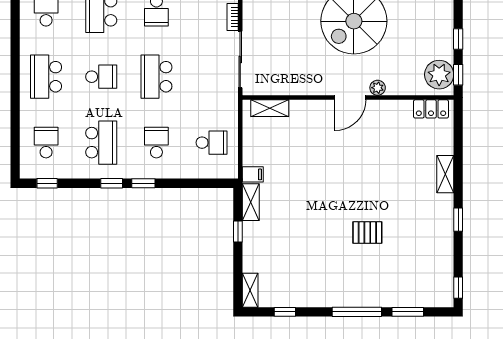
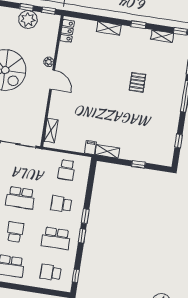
plant: (439, 75) -> (28, 19), moved
school desk: (101, 143) -> (56, 238), turned 180
school desk: (212, 143) -> (67, 170), turned 180
window: (238, 232) -> (138, 165), moved
shelving: (250, 290) -> (162, 36), moved

